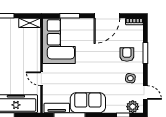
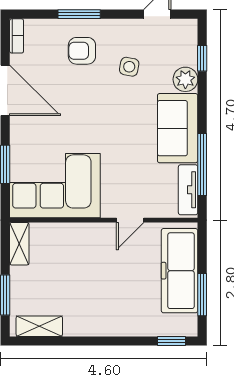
side table: (130, 78) -> (129, 67), moved
plant: (133, 107) -> (185, 79), moved

